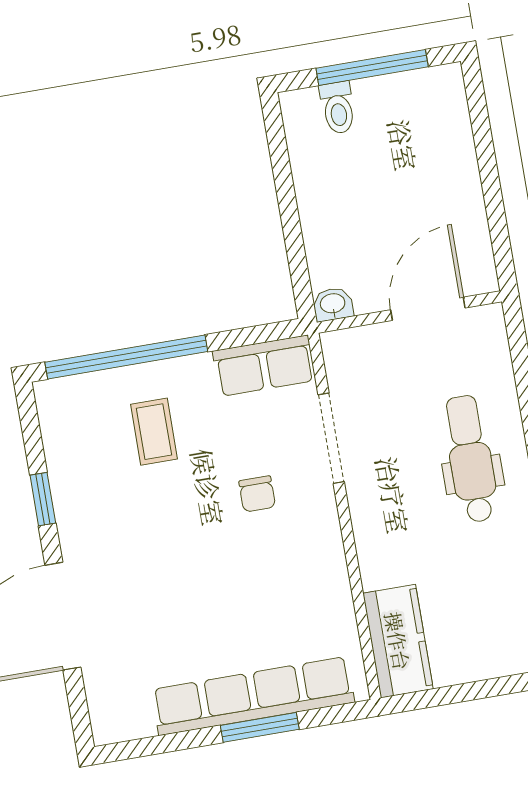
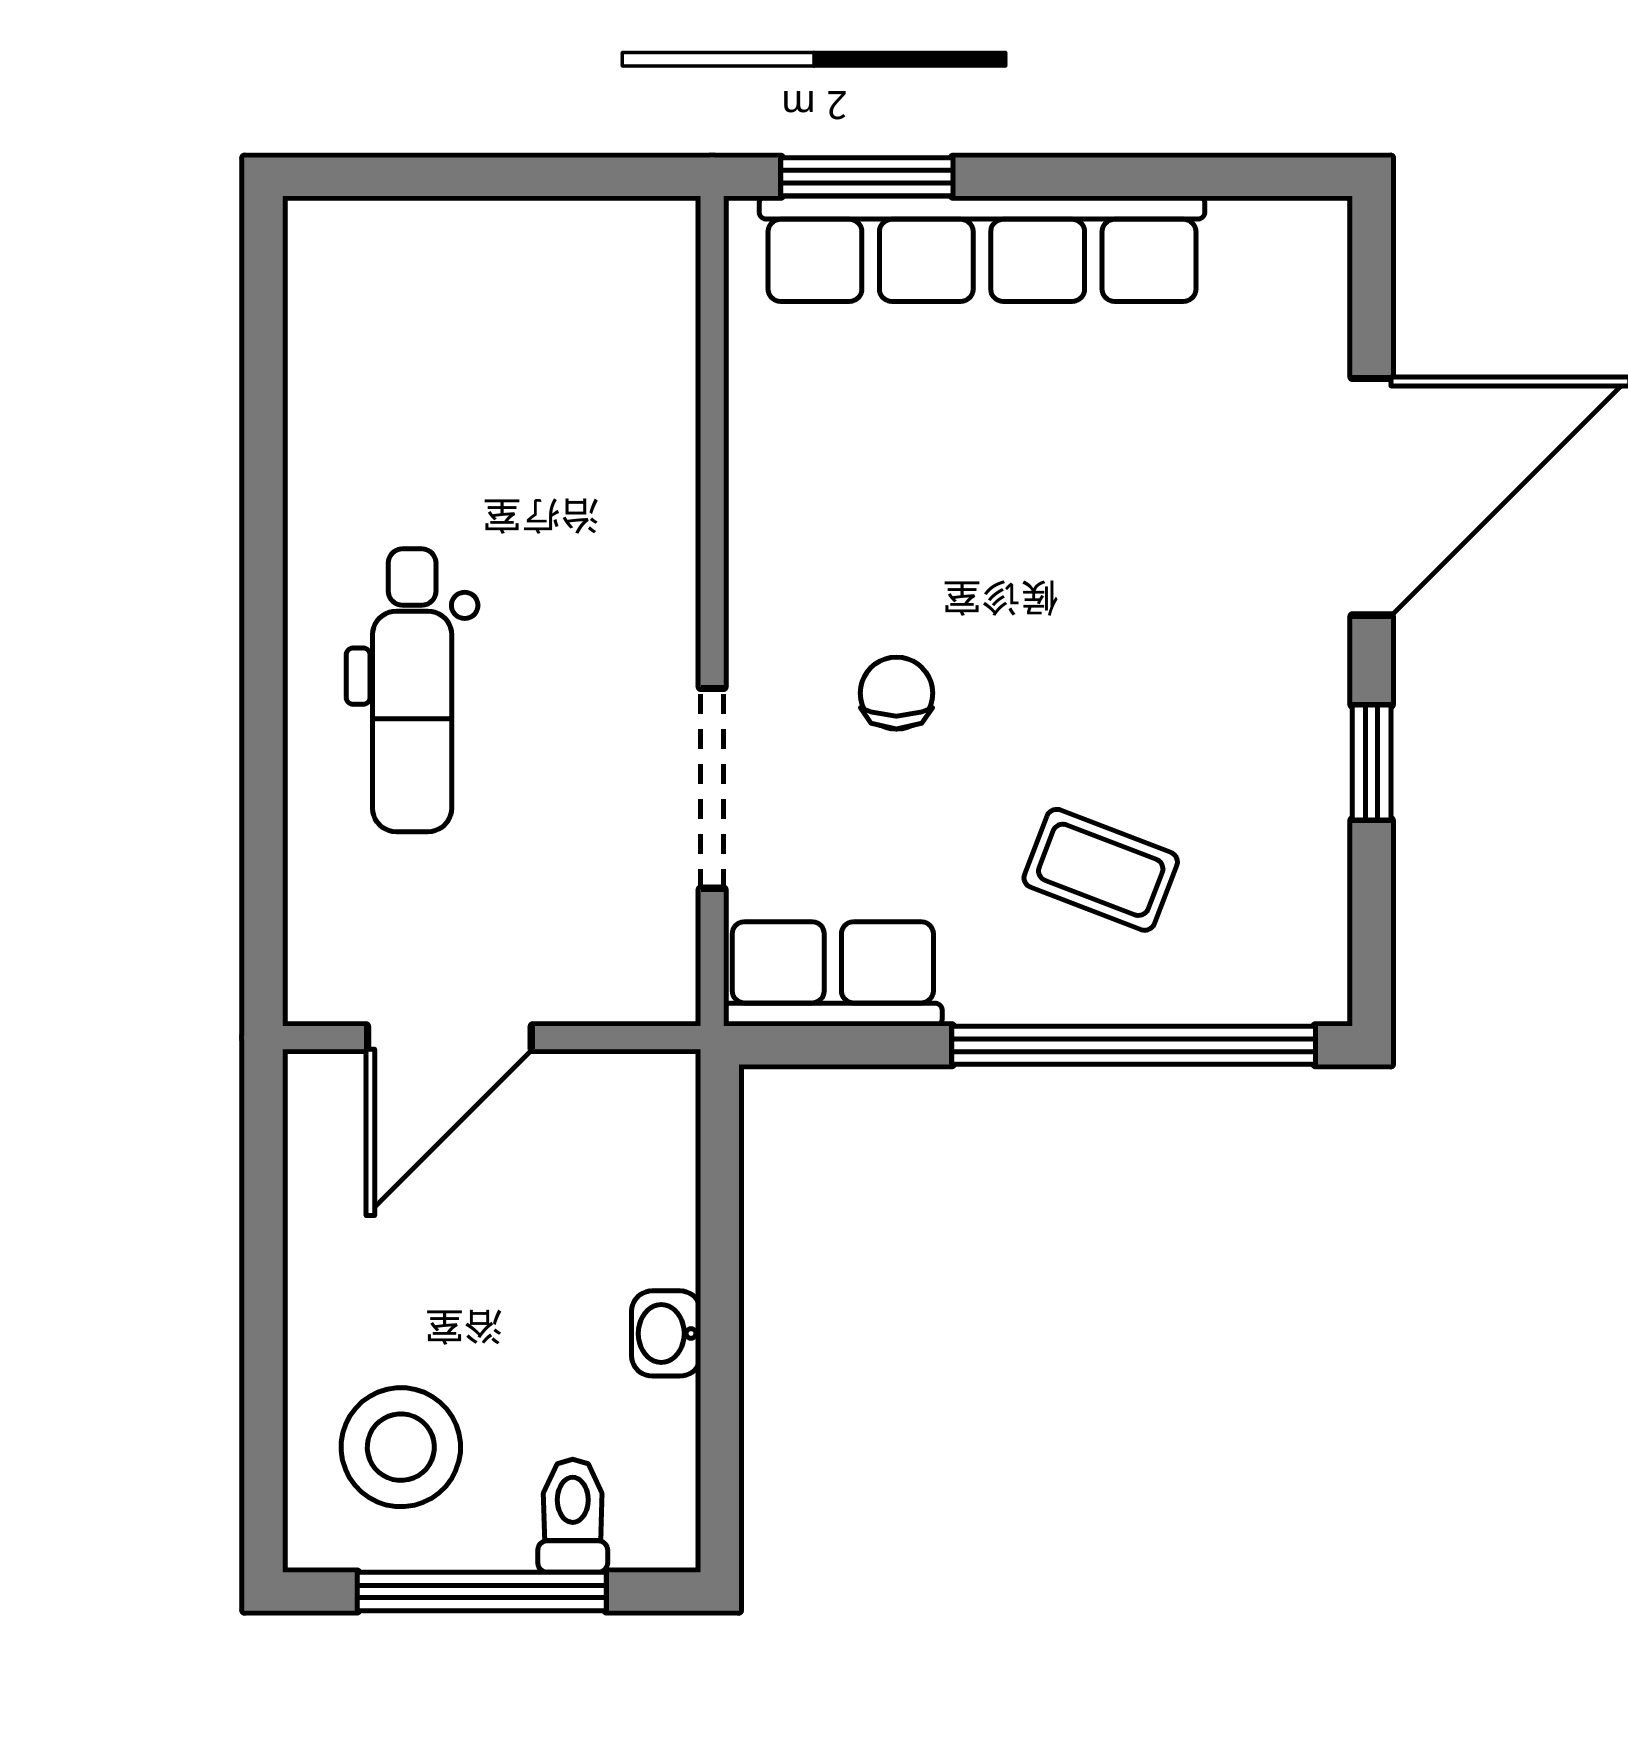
stool: (419, 125) -> (401, 1447), added
washbasin: (333, 304) -> (666, 1333), moved, turned 90
coffee table: (154, 432) -> (1101, 870), turned -69
kitchen counter: (398, 641) -> (641, 315), removed
window: (260, 727) -> (867, 177), moved

